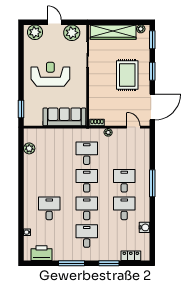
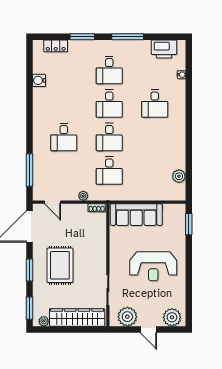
window: (152, 183) -> (30, 170), moved
desk: (124, 208) -> (64, 103), removed

